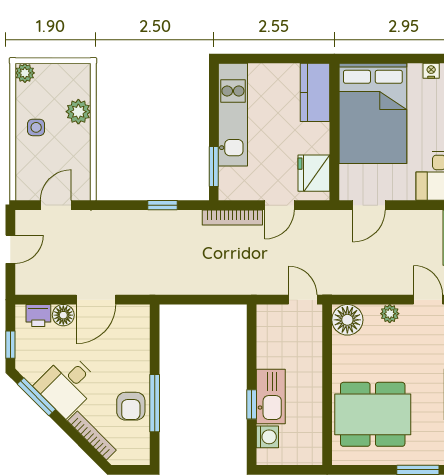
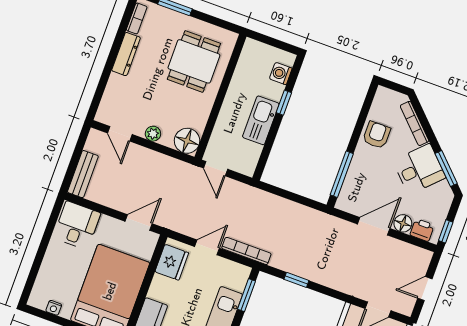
window: (10, 345) -> (446, 231), moved
kitchen sink: (271, 397) -> (261, 120), moved
window: (155, 403) -> (342, 174), moved
dining table: (373, 414) -> (194, 61), width x0.73

